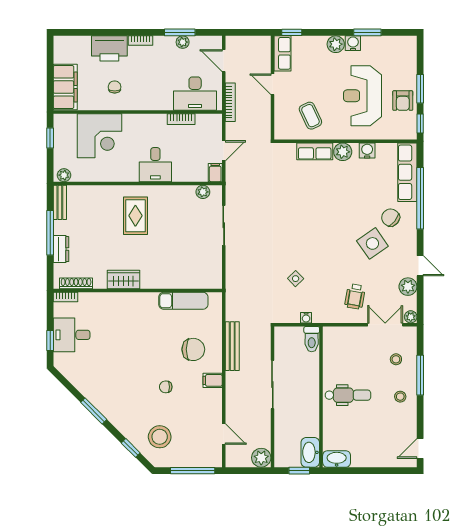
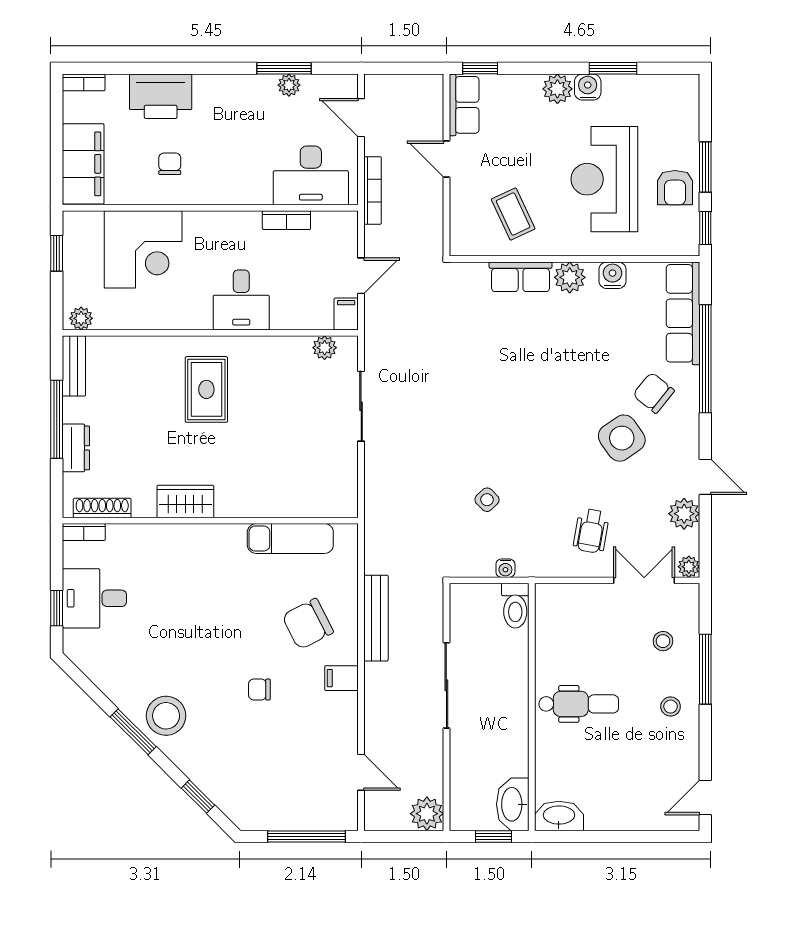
bookcase: (140, 41) -> (84, 82), moved
chair: (193, 349) -> (308, 624), turned 153
stool: (160, 437) -> (166, 716), moved

